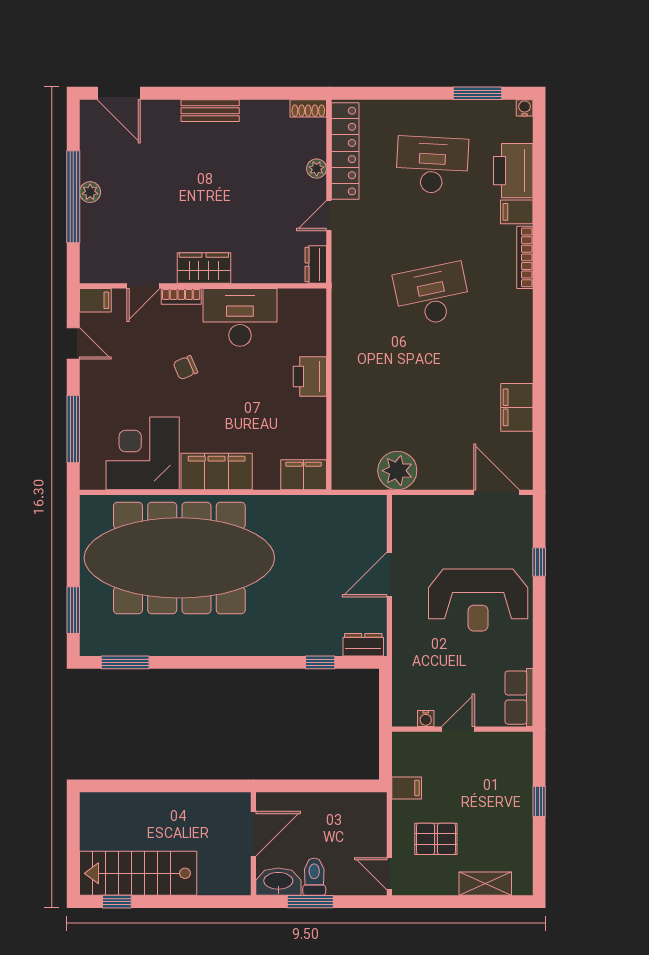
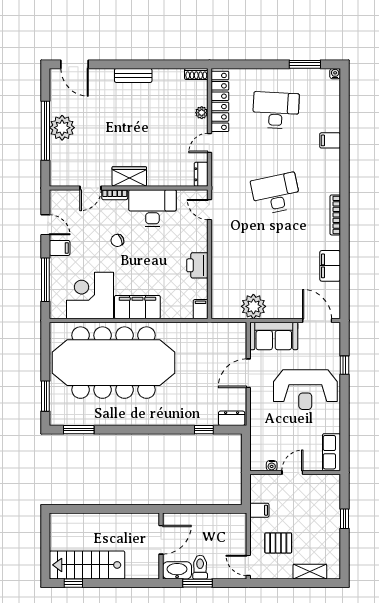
printer: (513, 171) -> (328, 114), removed
plant: (90, 192) -> (62, 128), width x1.88, depth x1.88
bookcase: (525, 257) -> (335, 215), moved
filing cabinet: (95, 300) -> (60, 248), moved
door: (329, 320) -> (209, 210), added
printer: (310, 377) -> (197, 265), moved
filing cabinet: (304, 475) -> (201, 309), width x0.50
sofa: (429, 516) -> (274, 336), added

